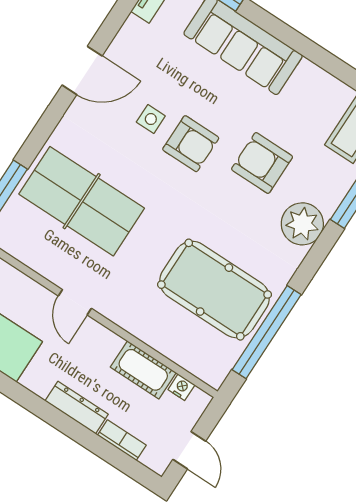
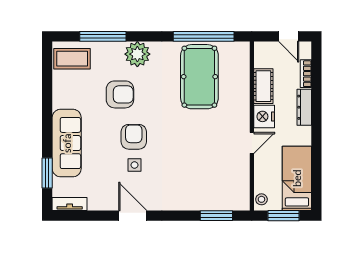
armchair: (262, 163) -> (120, 94), turned -90
table tennis table: (82, 201) -> (199, 173), removed
nightstand: (181, 387) -> (264, 116), moved, width x1.89, depth x1.79
door: (189, 450) -> (289, 36), swing flipped

